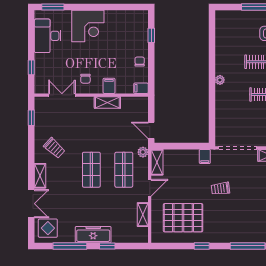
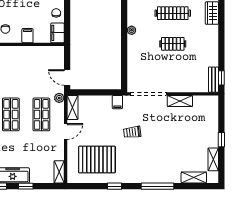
filing cabinet: (141, 88) -> (57, 33), width x2.00
shelving: (107, 102) -> (26, 51), removed
shelving: (143, 215) -> (59, 172), moved

